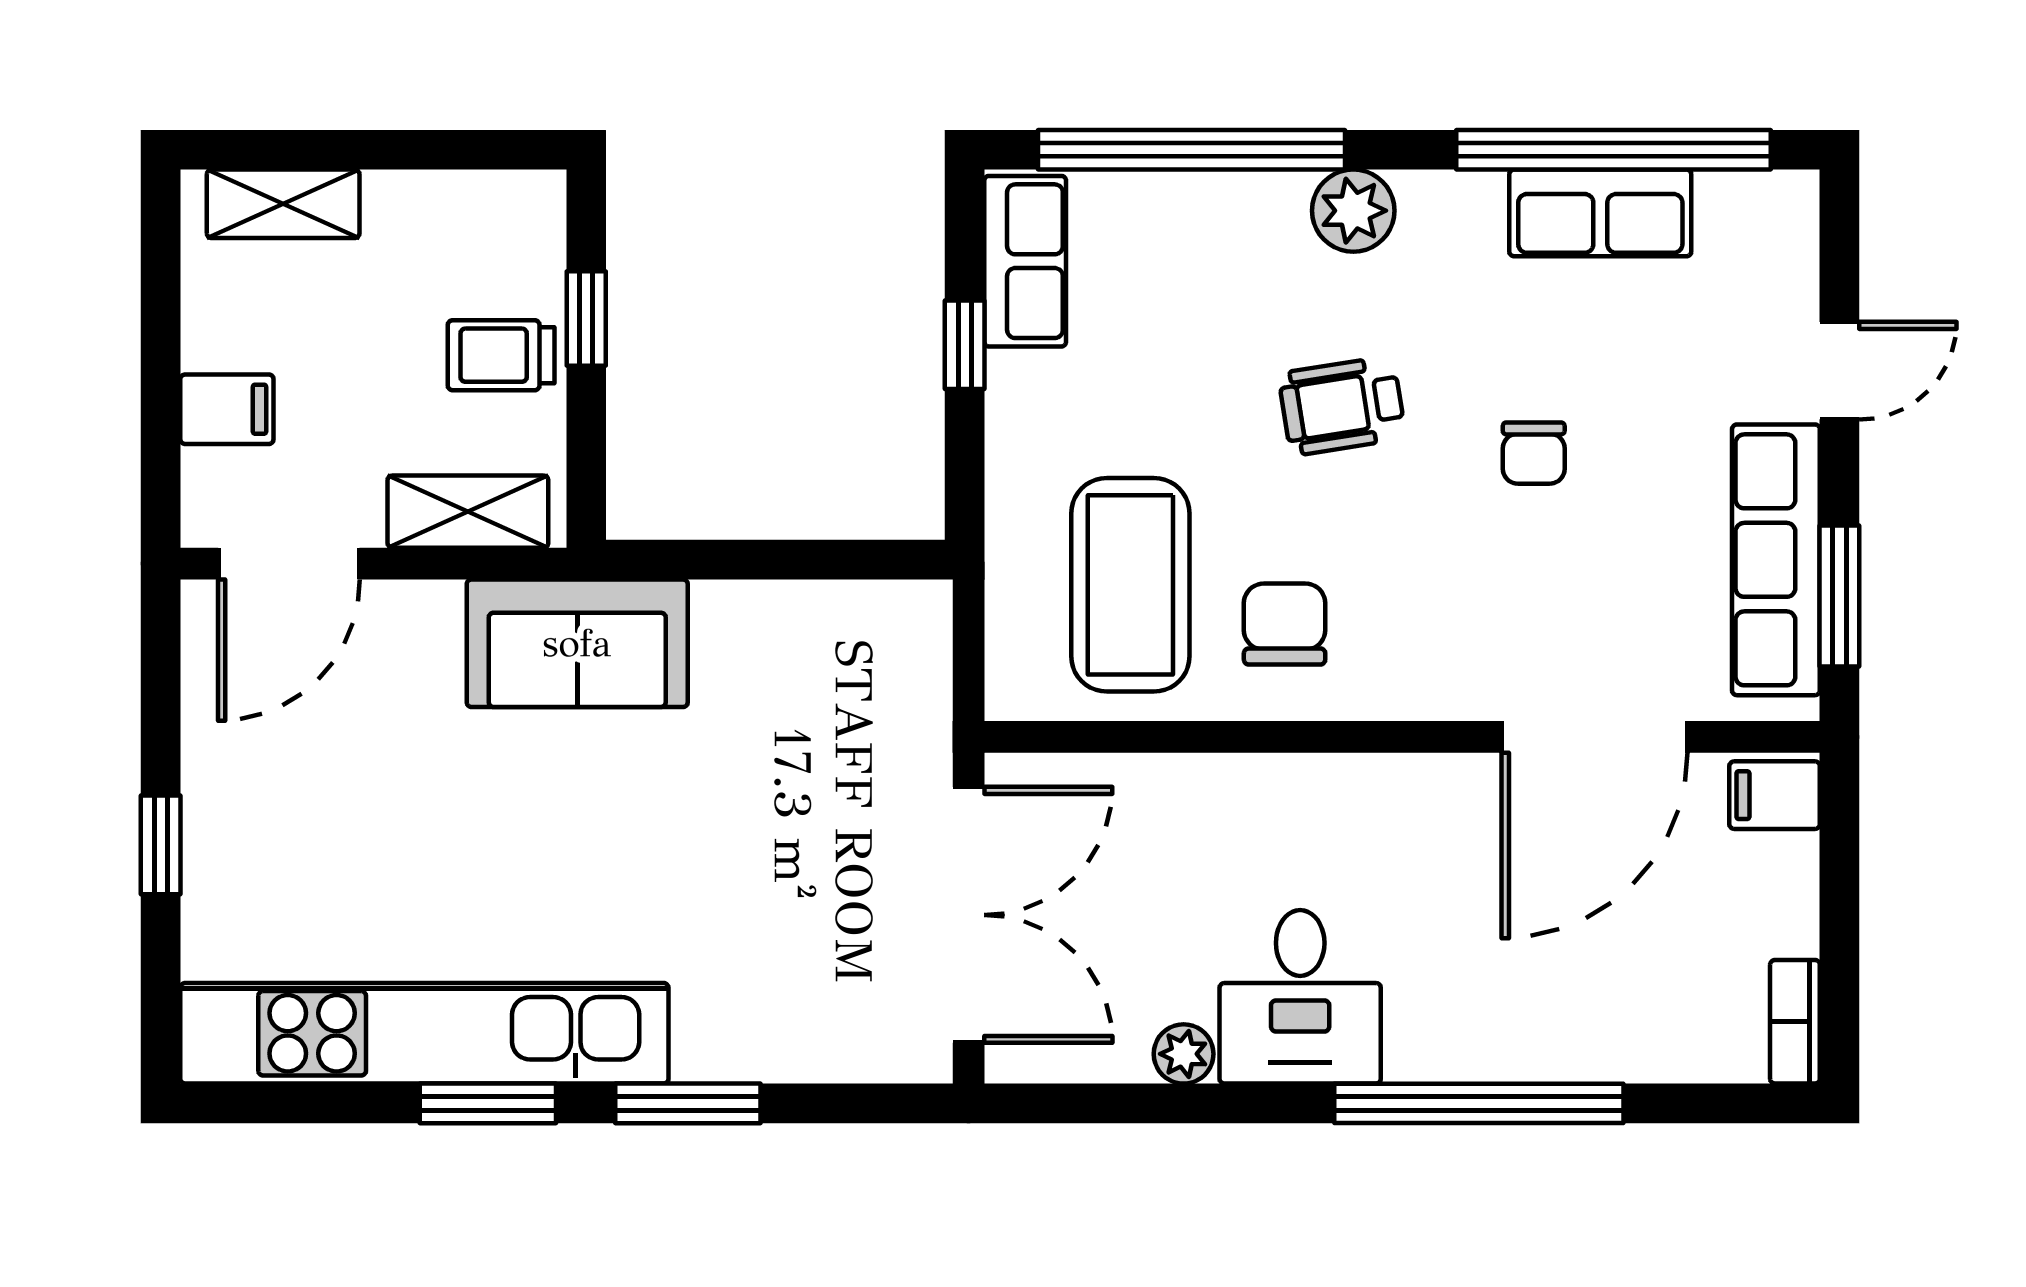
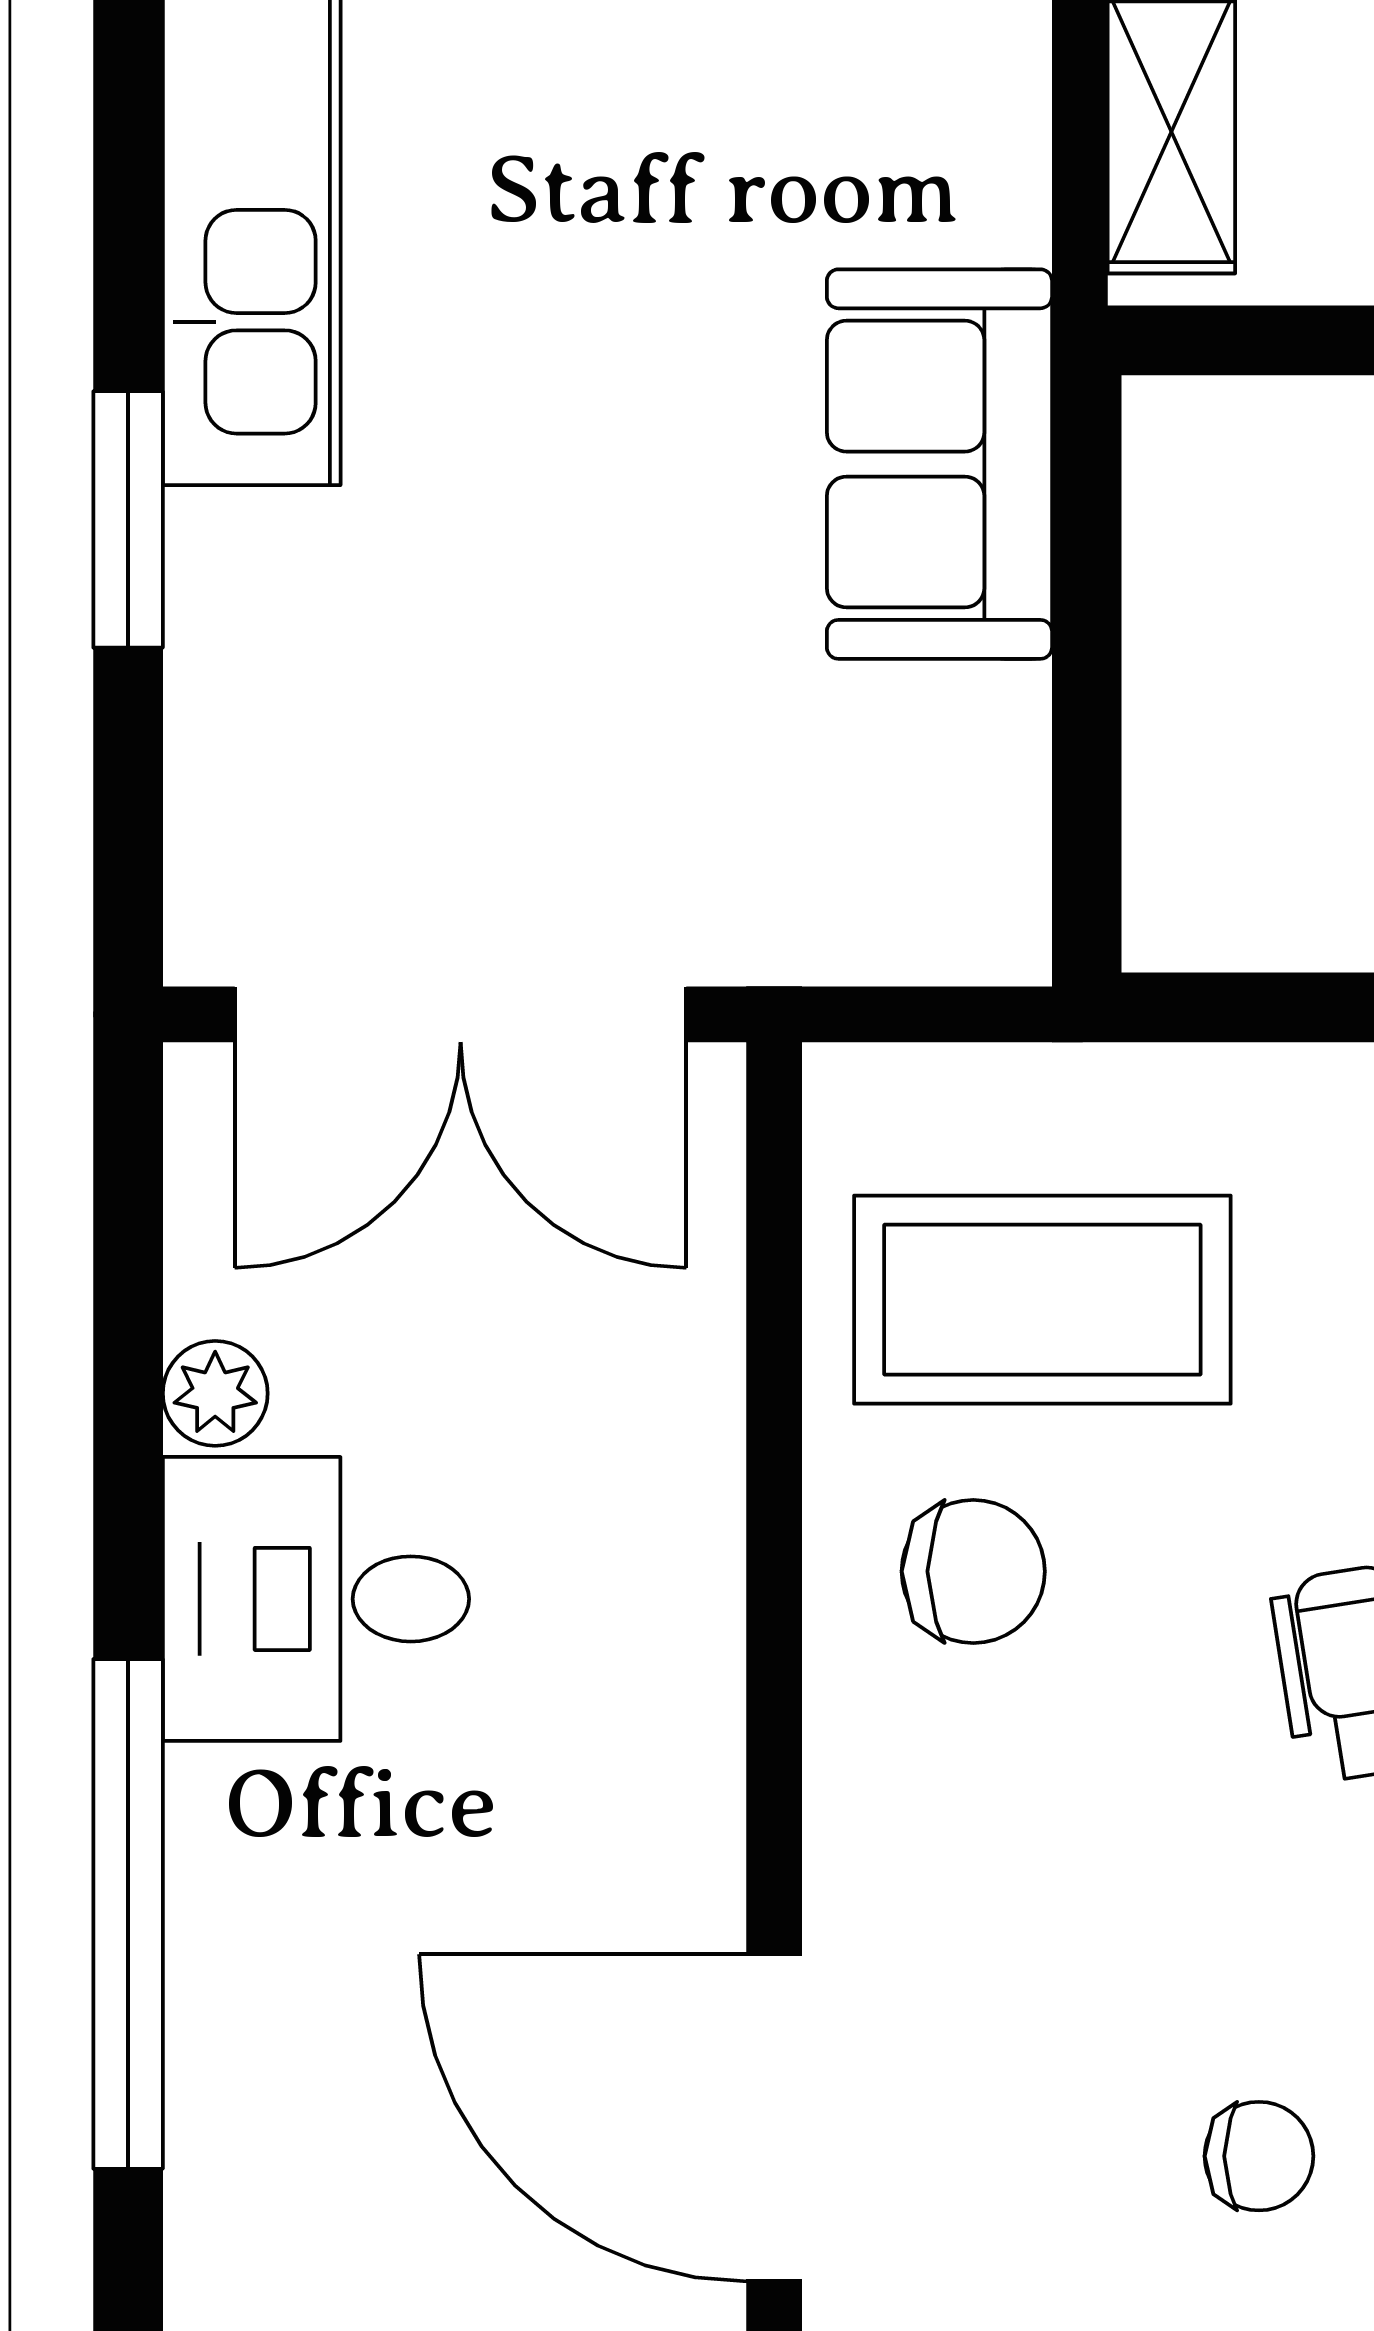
chair: (1534, 453) -> (1259, 2156), moved, turned 180
sofa: (577, 643) -> (939, 464), moved
window: (488, 1103) -> (128, 167), removed

